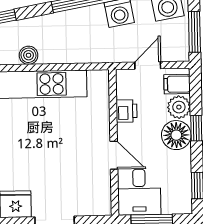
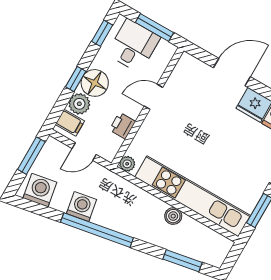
plant: (101, 78) -> (127, 164), added
door: (114, 155) -> (153, 97), hinge flipped
desk: (139, 192) -> (134, 46), moved

